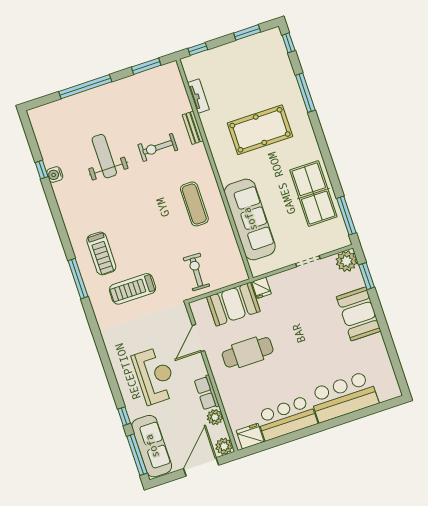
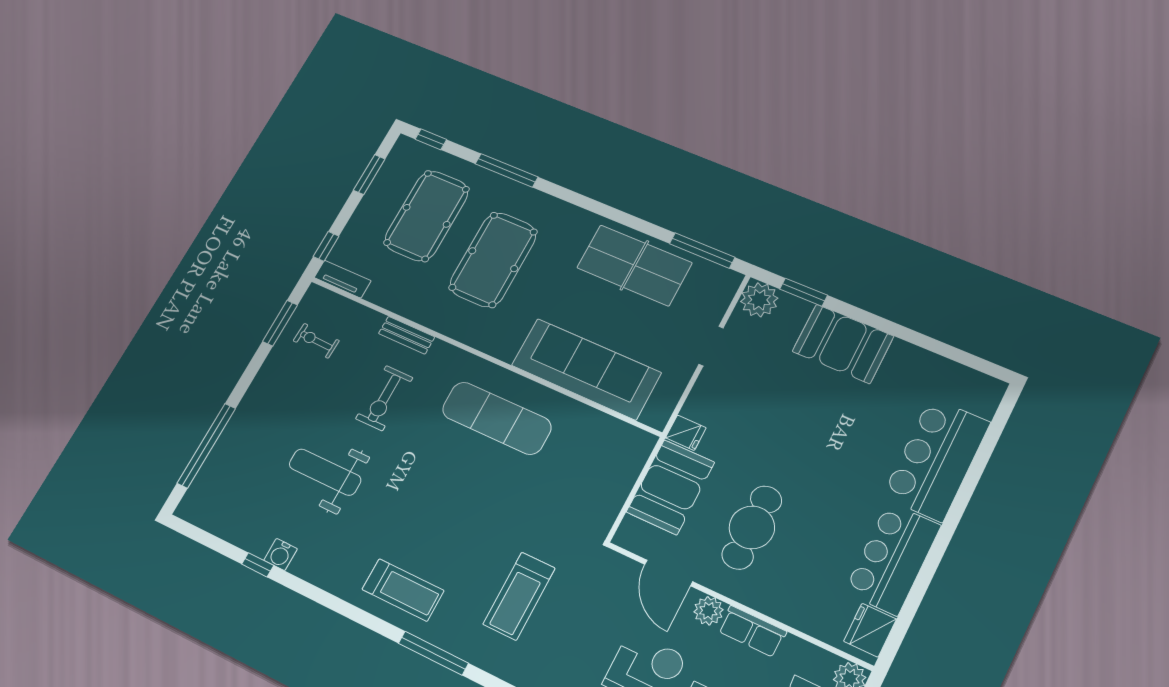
pool table: (252, 79) -> (427, 216), added
window: (85, 87) -> (206, 446), moved
tv unit: (198, 96) -> (343, 279), moved
exercise mat: (194, 204) -> (497, 418), width x1.36, depth x1.45
treadmill: (101, 253) -> (403, 590), moved
exercise bike: (196, 272) -> (316, 341), moved, width x0.73, depth x0.72
plant: (215, 417) -> (708, 611), moved

